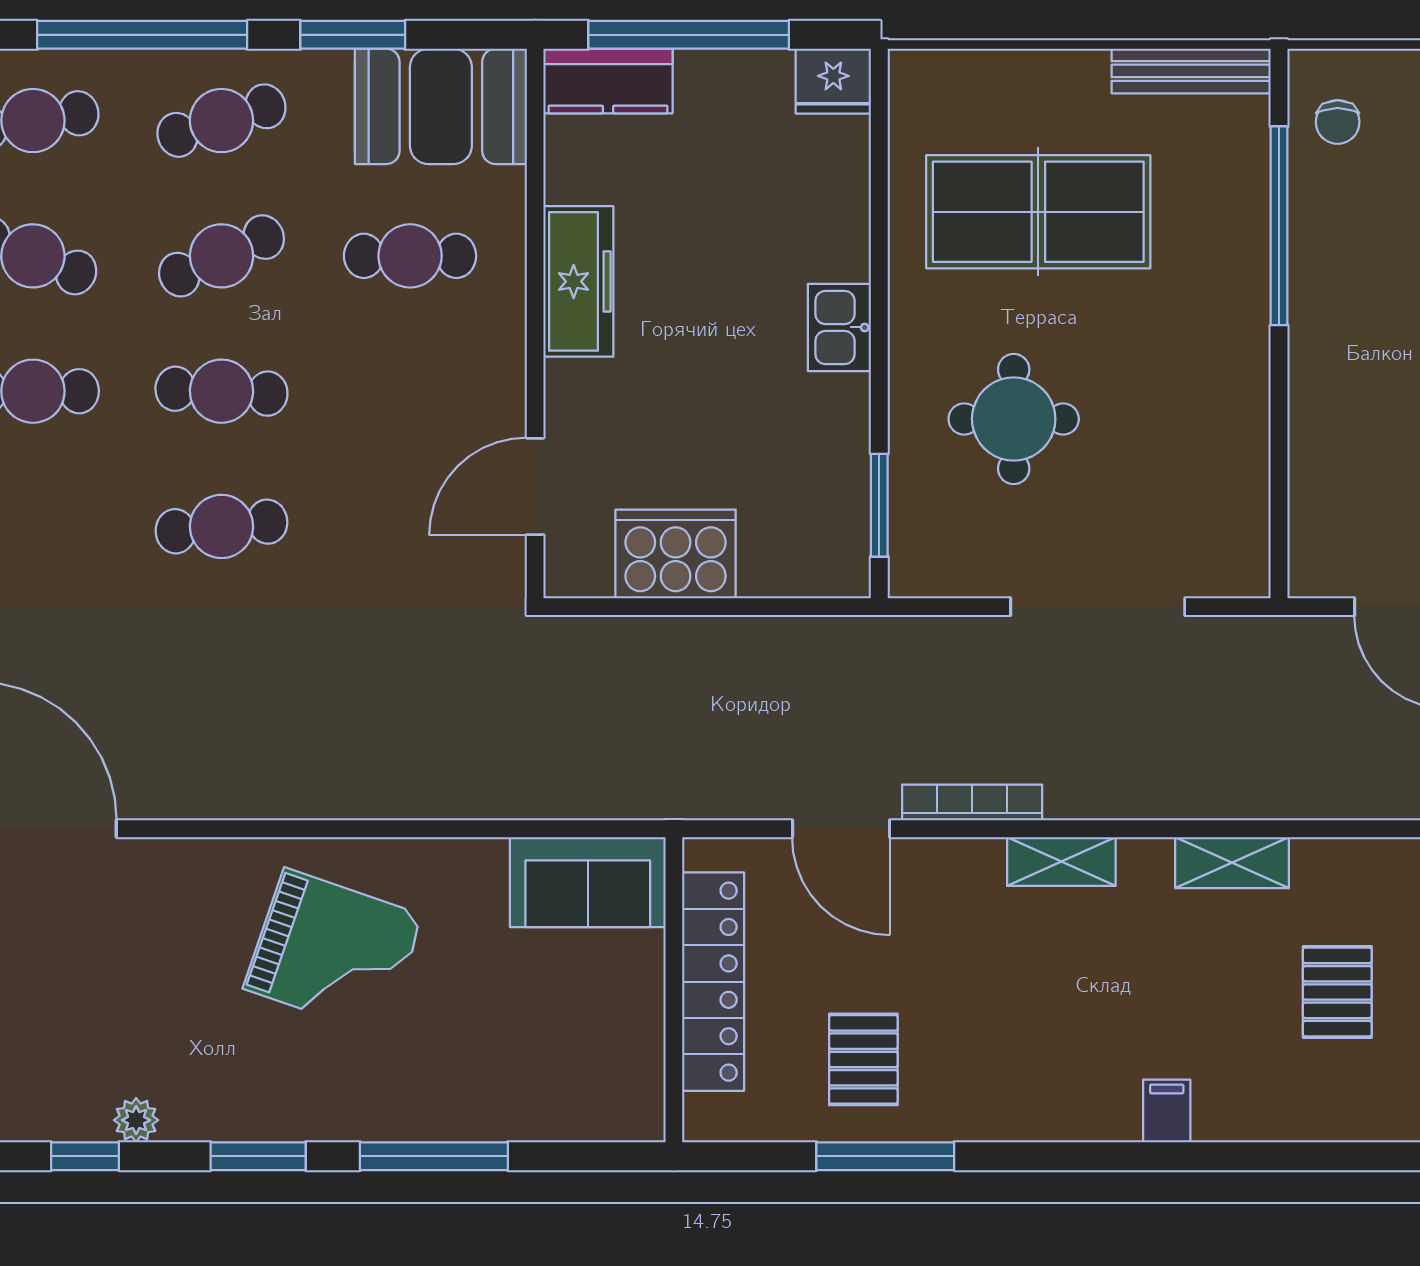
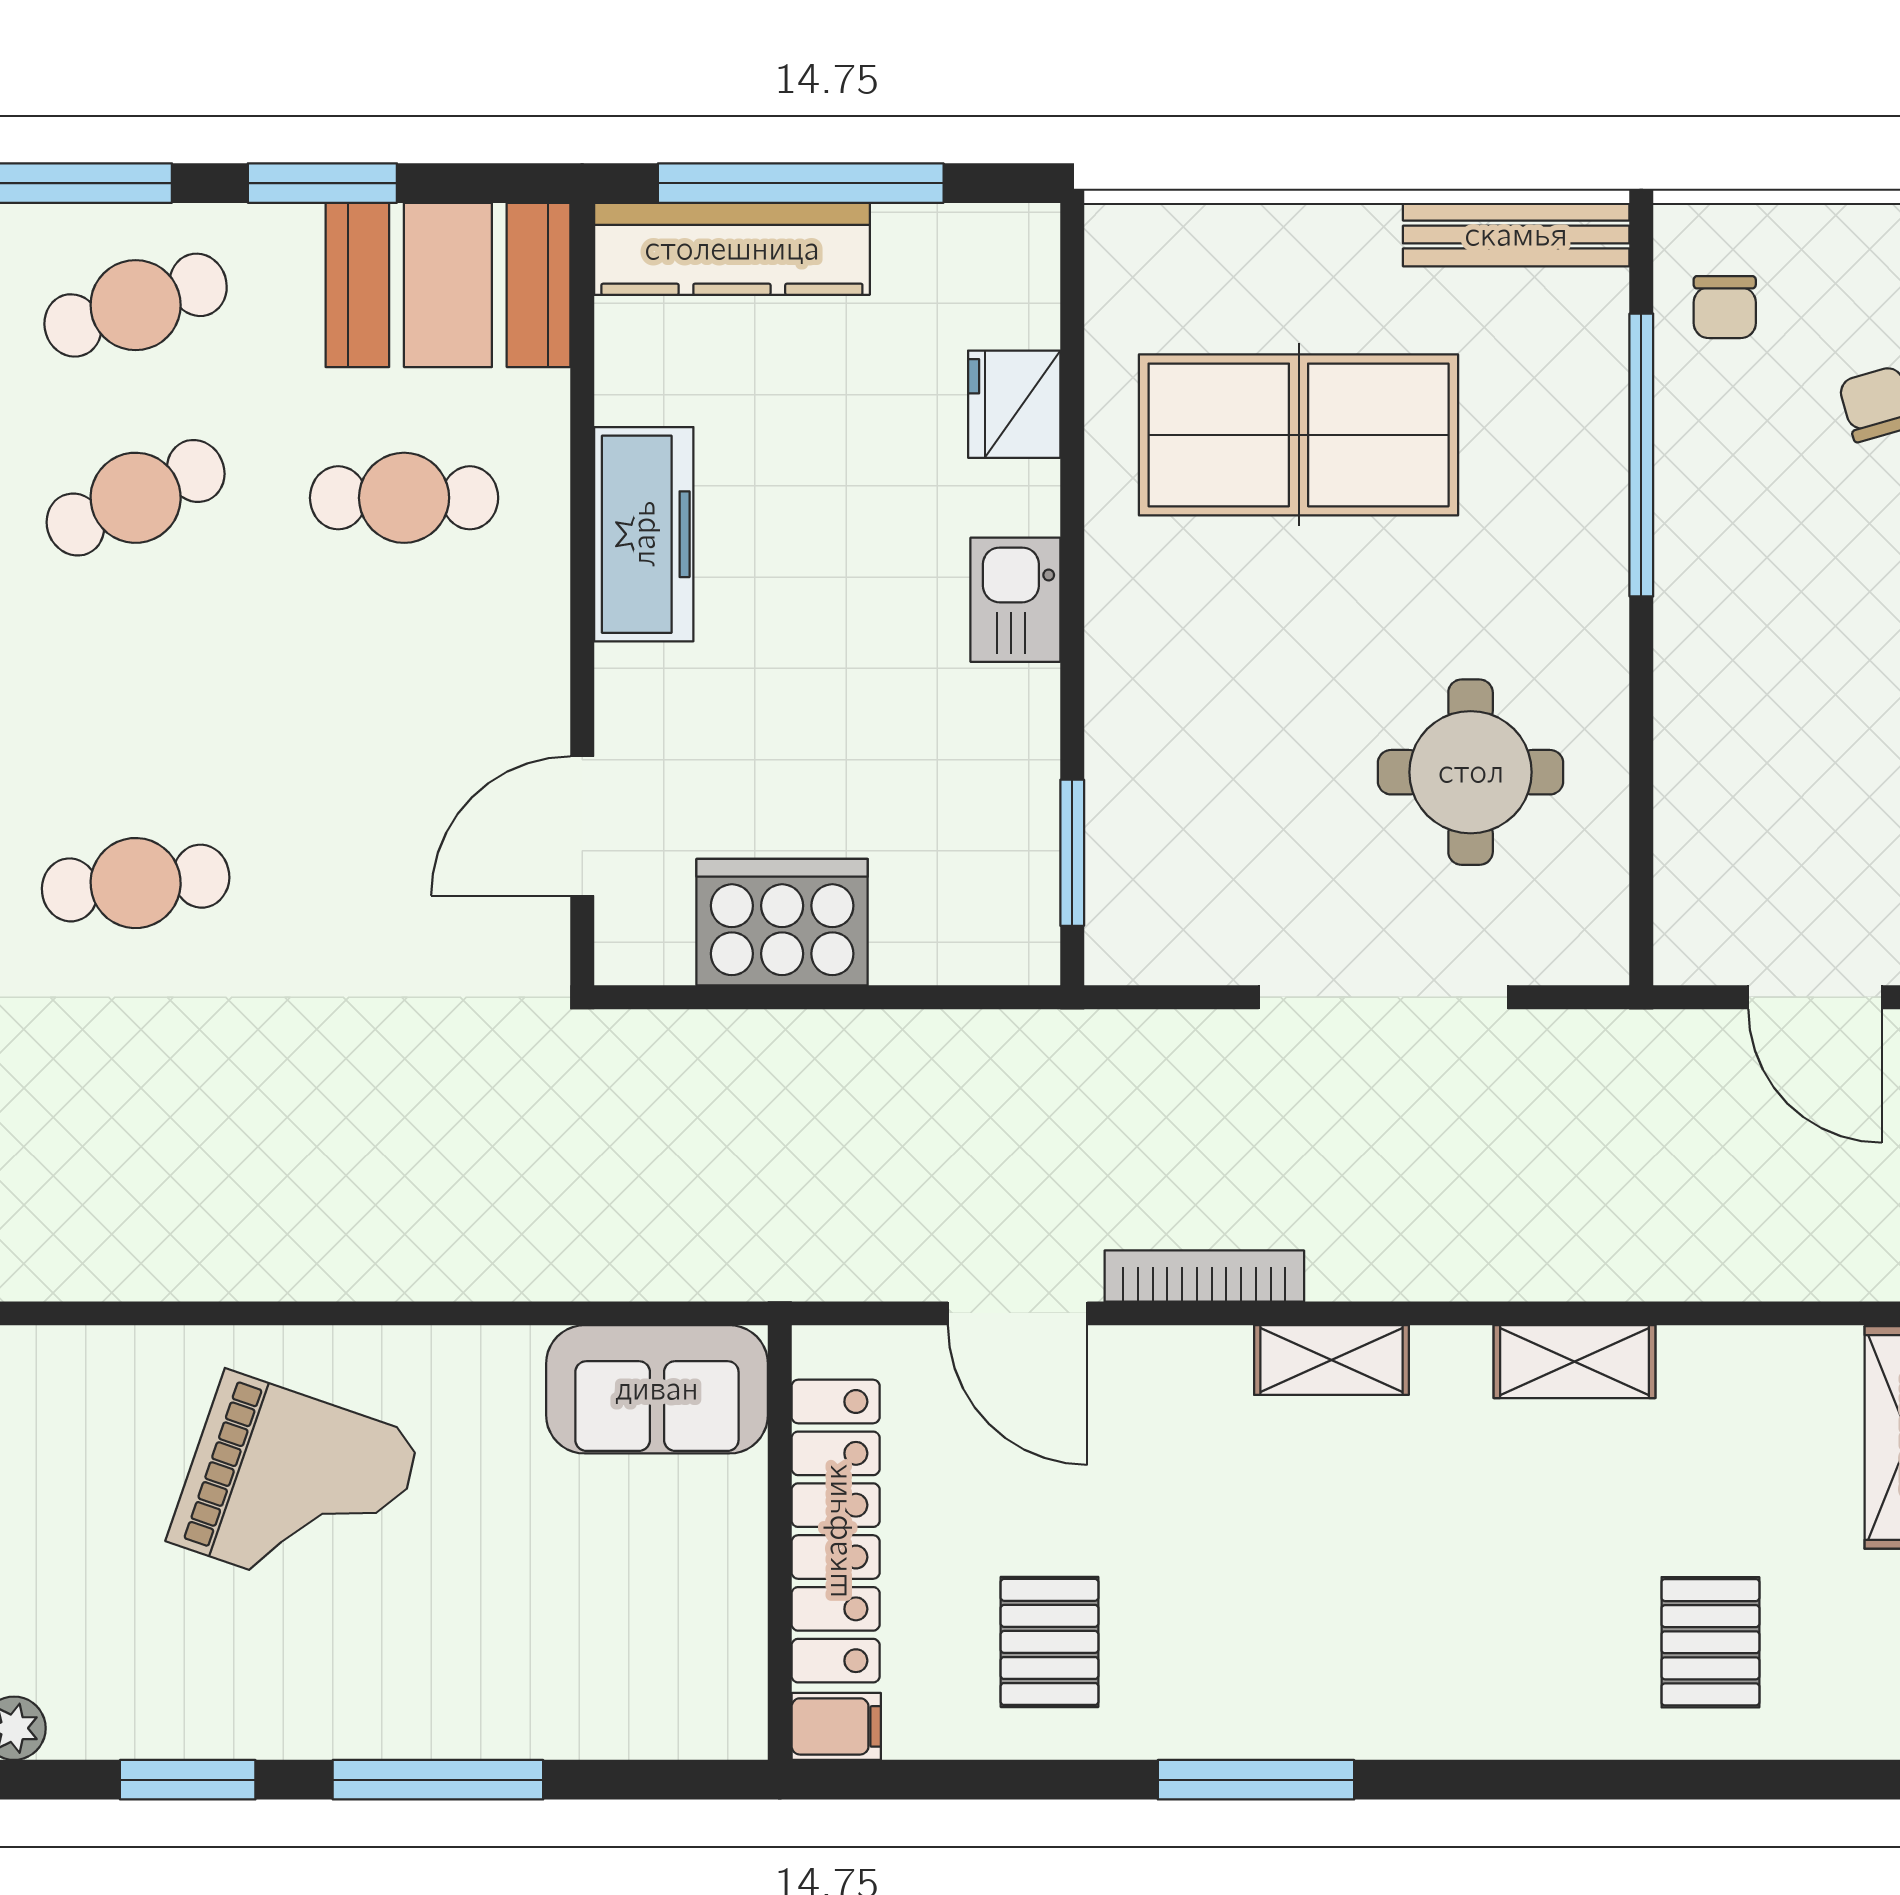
kitchen counter: (608, 81) -> (732, 249), width x1.50
fridge: (833, 81) -> (1014, 404), moved, turned 90
cafe table: (221, 391) -> (136, 690), removed
round table: (1014, 419) -> (1471, 772), moved
pallet: (1337, 992) -> (1710, 1642), moved
filing cabinet: (1167, 1111) -> (836, 1726), moved, turned 90
window: (885, 1156) -> (1256, 1780), moved

